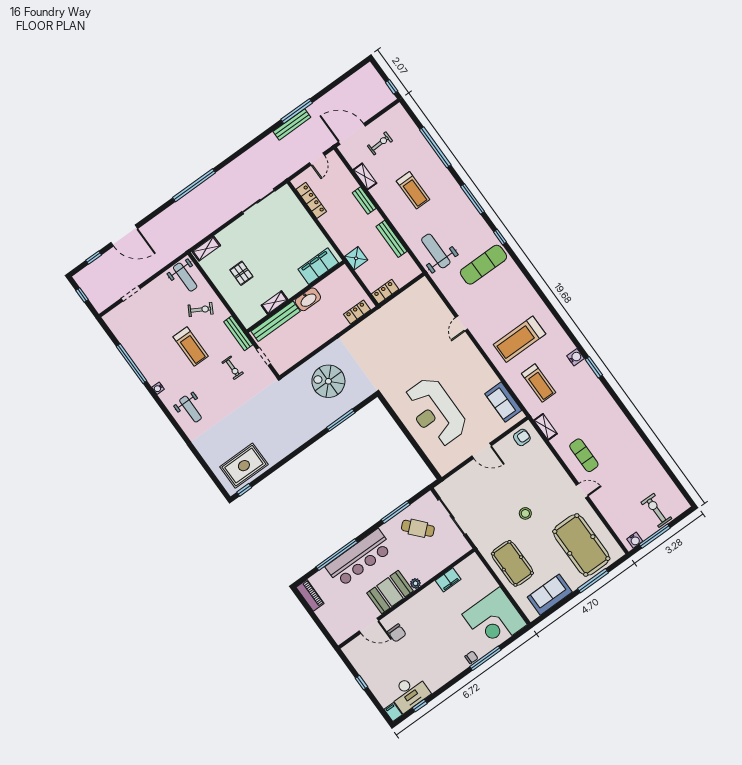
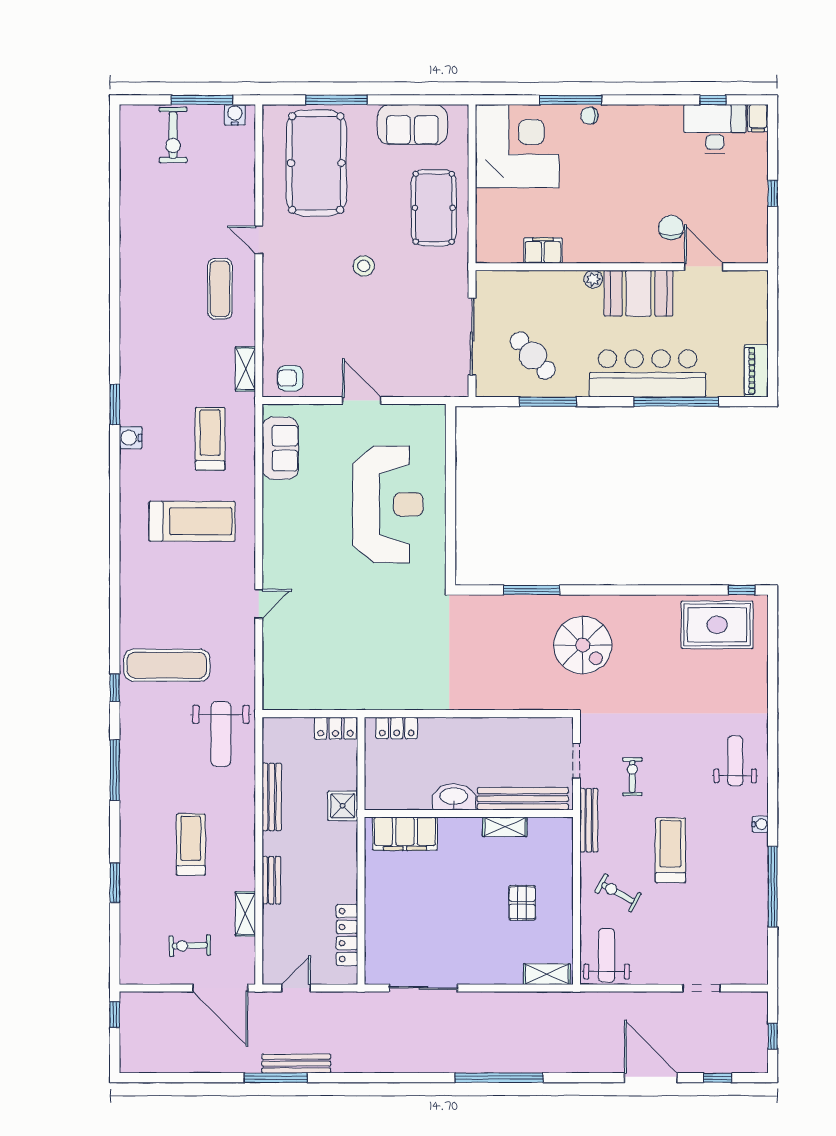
window: (435, 147) -> (115, 883), width x0.47
spiral stairs: (328, 381) -> (583, 645), moved

